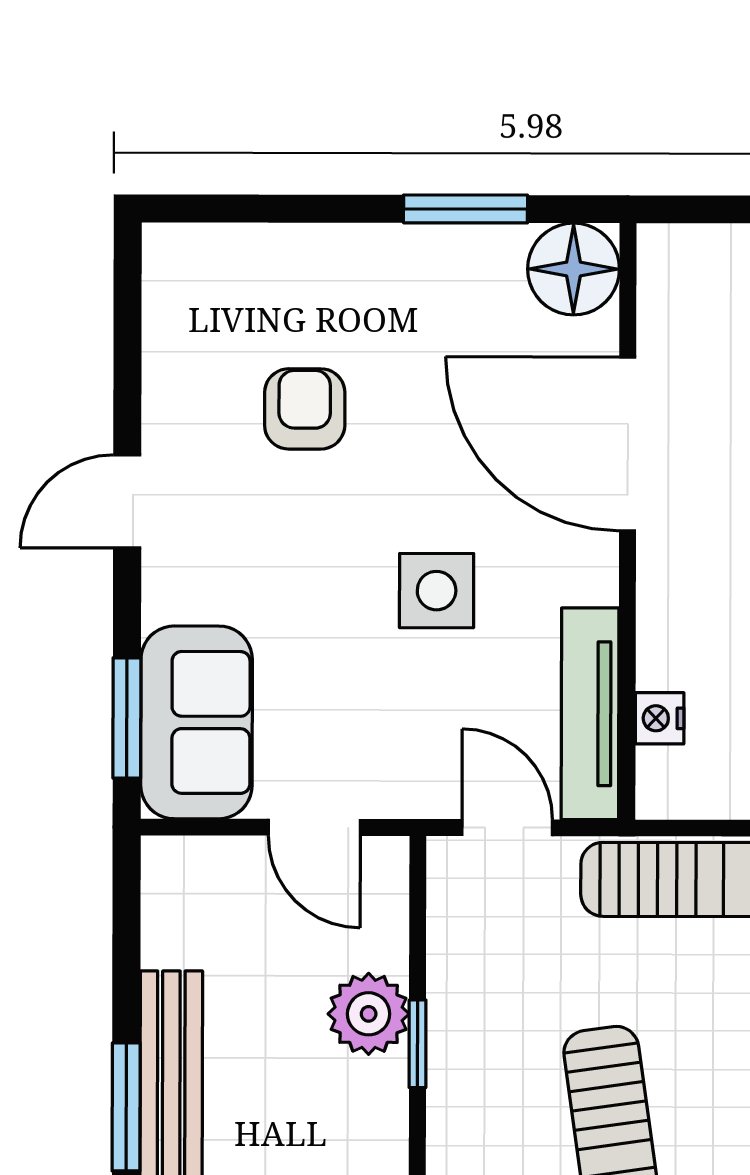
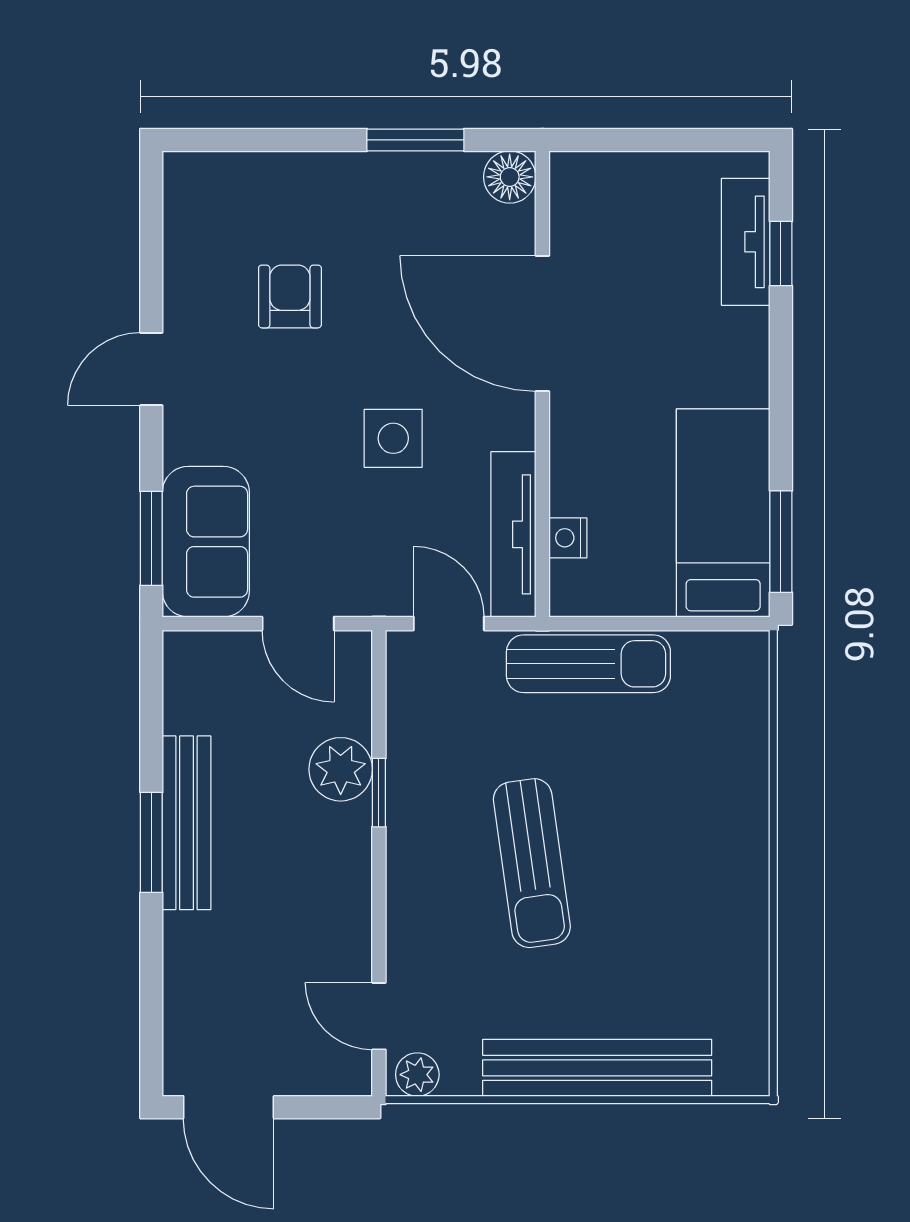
floor lamp: (574, 269) -> (510, 177), width x0.73, depth x0.73

